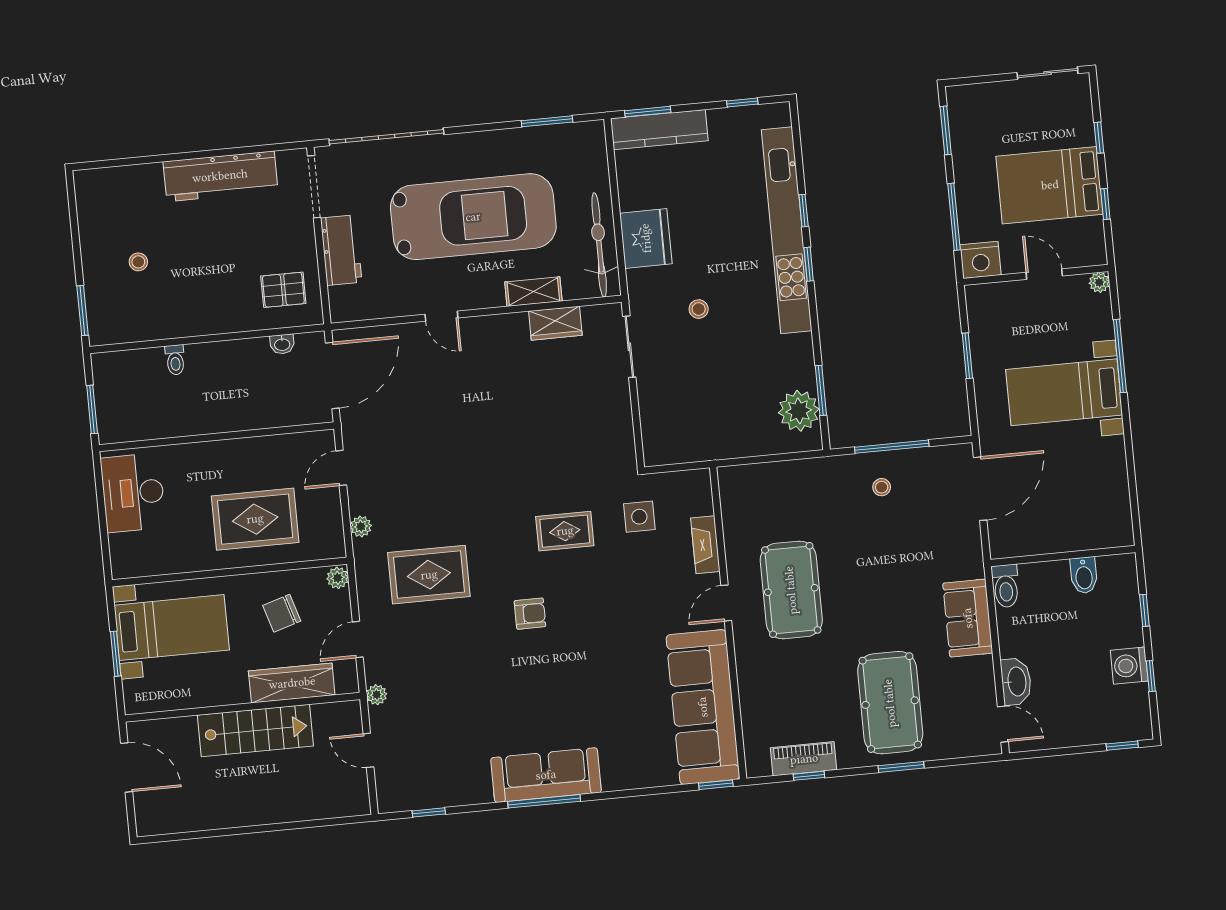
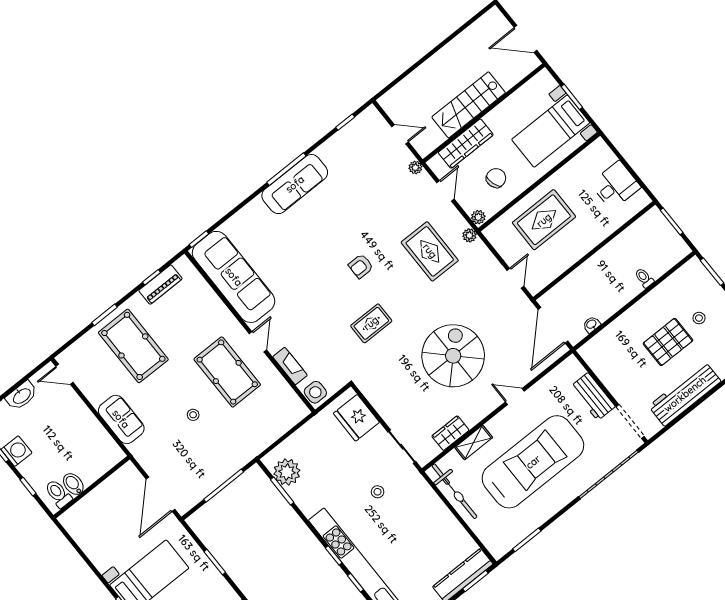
car: (473, 217) -> (533, 462), turned 180
fridge: (646, 238) -> (356, 418), moved
pallet: (283, 290) -> (668, 342), moved, width x1.50, depth x1.42
spiral stairs: (487, 420) -> (453, 356), added
stool: (882, 487) -> (193, 415), moved
desk: (133, 493) -> (615, 185), width x0.73
side table: (639, 517) -> (315, 392), moved
plant: (361, 526) -> (469, 235), moved
rug: (429, 575) -> (430, 251), turned 90
toilet: (1006, 586) -> (58, 494), moved
washbasin: (1016, 682) -> (22, 396), moved, turned -90

